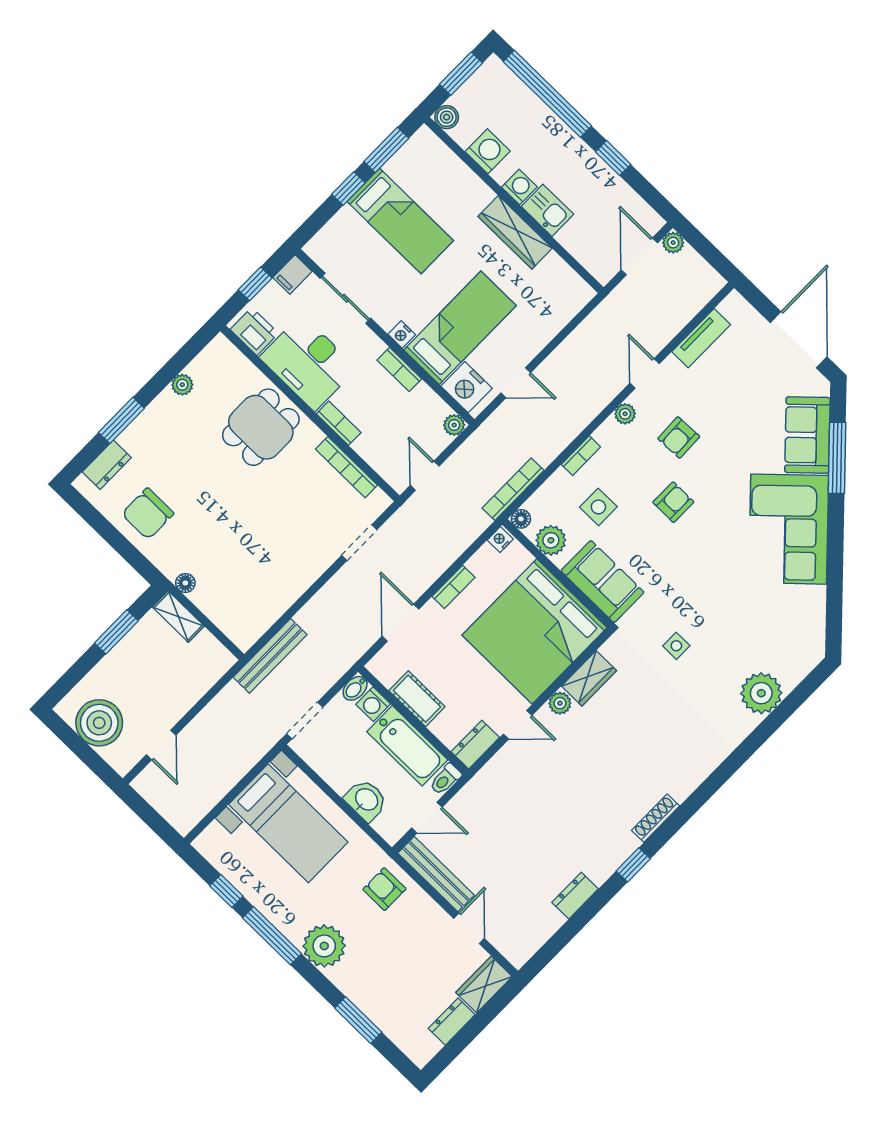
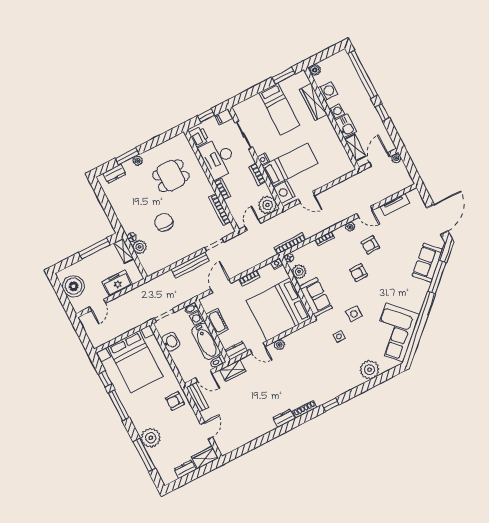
window: (461, 74) -> (327, 53), removed
window: (348, 189) -> (261, 87), removed
wardrobe: (515, 232) -> (313, 102), moved
shelving: (581, 248) -> (355, 147), added
door: (645, 373) -> (365, 212), swing flipped
plant: (182, 385) -> (138, 161), moved
plant: (454, 425) -> (268, 205), width x1.87, depth x1.87
dining table: (261, 427) -> (171, 176), moved
armchair: (673, 502) -> (359, 273), turned 180
side table: (598, 507) -> (354, 314), moved
chair: (148, 514) -> (164, 222), moved, turned 90
corner sofa: (789, 529) -> (395, 332), moved
plant: (208, 598) -> (140, 247), added
window: (116, 632) -> (94, 249), width x1.44
bench: (270, 656) -> (190, 265), moved
wardrobe: (589, 678) -> (233, 370), moved
freezer: (186, 687) -> (117, 283), added
washbasin: (366, 800) -> (171, 342), moved
bed with nightstands: (288, 823) -> (135, 362), width x1.36
window: (633, 865) -> (331, 405), moved
bench: (436, 874) -> (197, 397), width x0.73
armchair: (384, 889) -> (175, 401), turned -90
dresser: (575, 896) -> (284, 418), moved
plant: (324, 946) -> (151, 438), moved
window: (358, 1020) -> (144, 455), width x1.44

